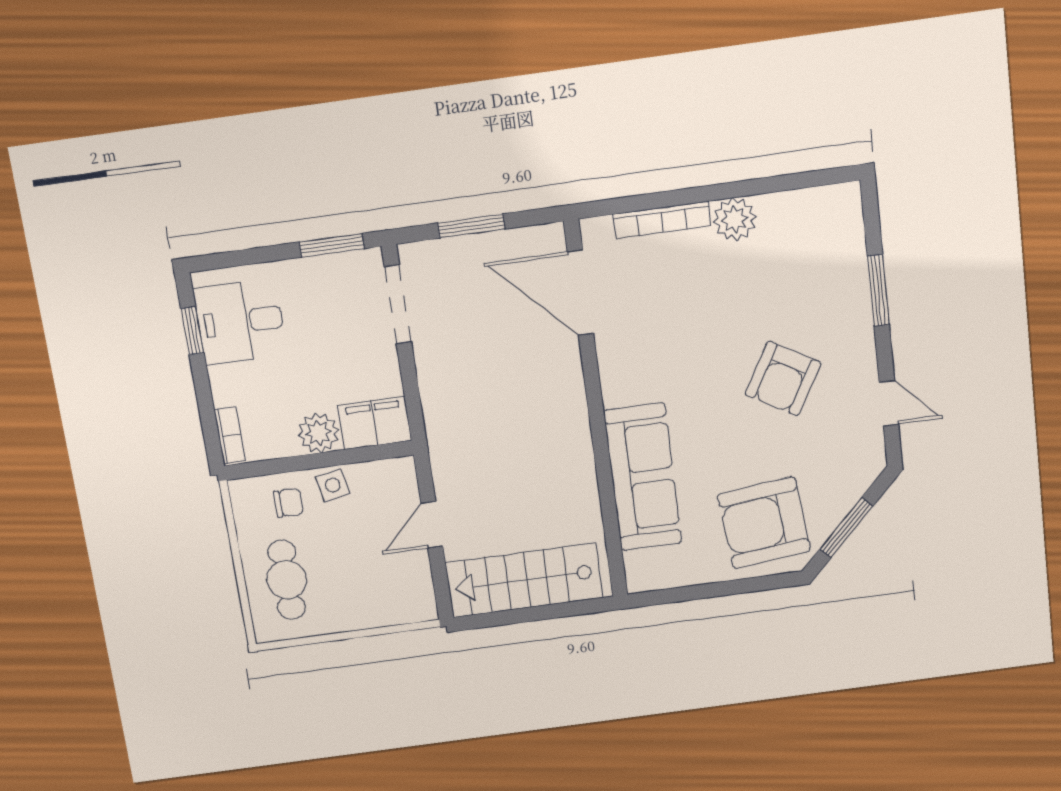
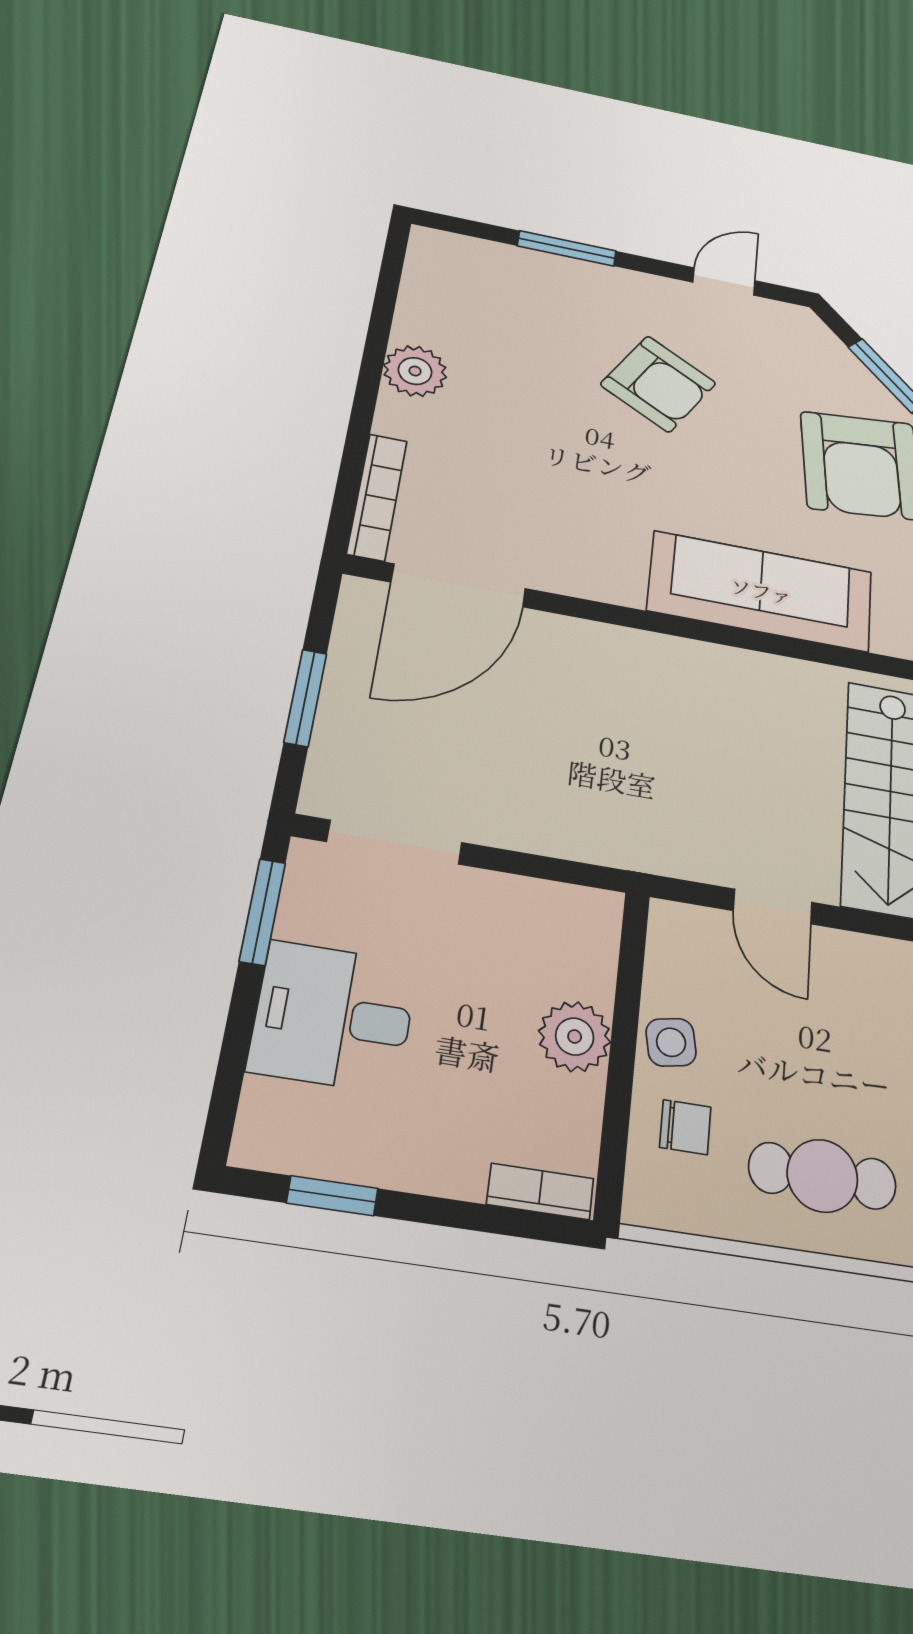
bookcase: (662, 220) -> (377, 497), moved
desk: (240, 322) -> (333, 1016), moved, turned 90
filing cabinet: (375, 423) -> (581, 941), removed
chair: (289, 503) -> (685, 1127), turned 90

